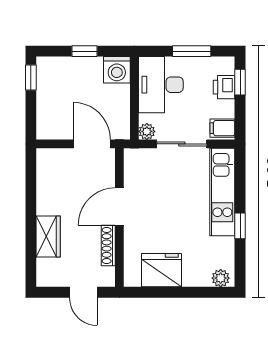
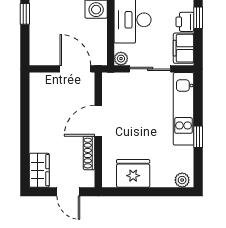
filing cabinet: (222, 128) -> (184, 48), width x2.00
wardrobe: (48, 236) -> (39, 170), moved

